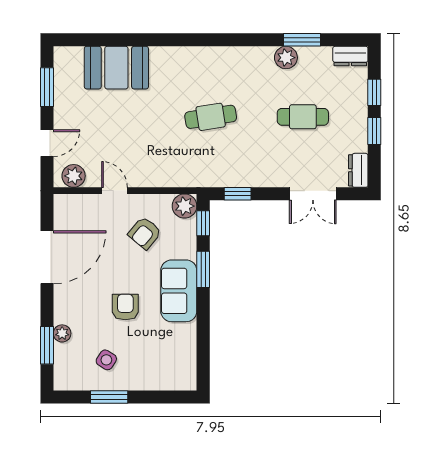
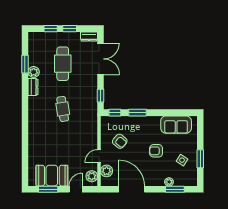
dresser: (350, 56) -> (33, 87), moved
booth: (116, 68) -> (52, 176), moved, turned 90
cafe table: (303, 117) -> (63, 64), width x1.37, depth x1.35
door: (47, 143) -> (76, 189), hinge flipped
double door: (313, 194) -> (101, 59), width x1.37
plant: (185, 206) -> (107, 171), moved
sofa: (179, 291) -> (176, 125), moved

